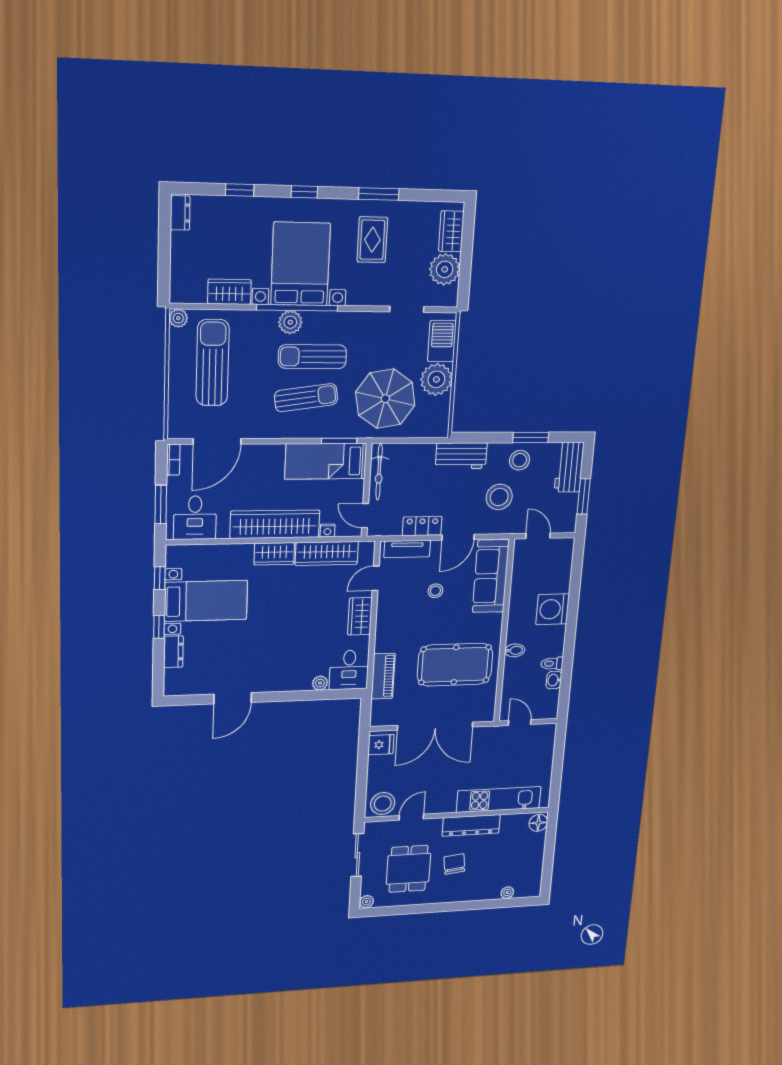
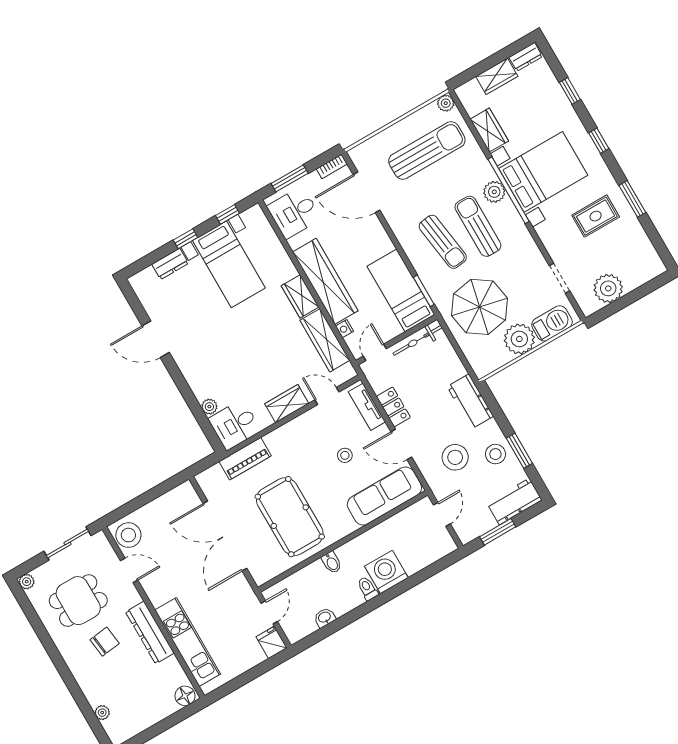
wardrobe: (451, 231) -> (497, 76), moved, turned 180
toilet: (552, 664) -> (367, 588), moved
fridge: (381, 745) -> (272, 642), moved, turned 180

